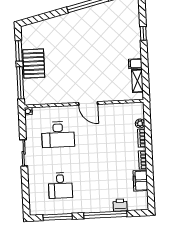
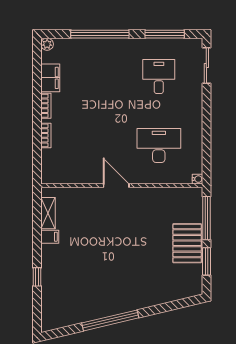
plant: (140, 124) -> (47, 44), moved
sliding door: (24, 153) -> (206, 66), moved
printer: (120, 205) -> (79, 46), removed

